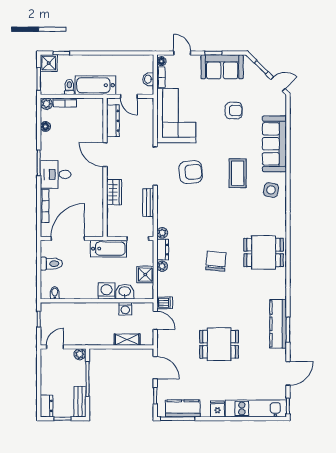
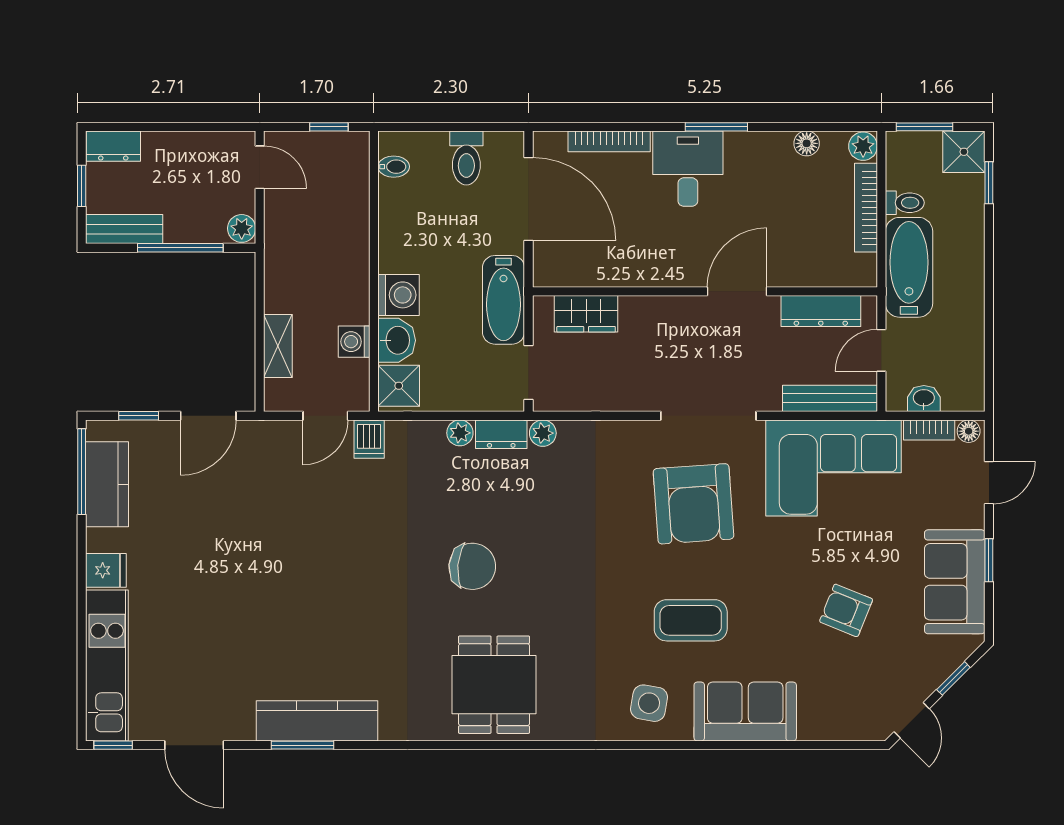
bookcase: (65, 103) -> (866, 208), width x1.56
armchair: (234, 111) -> (846, 610), turned 112
sofa: (274, 144) -> (745, 711), width x0.73
armchair: (191, 172) -> (694, 504), width x1.36, depth x1.36
wardrobe: (114, 192) -> (586, 314), moved
bench: (148, 203) -> (830, 398), moved, width x1.36
shower: (145, 275) -> (399, 386), moved
dining table: (219, 344) -> (266, 574), removed

